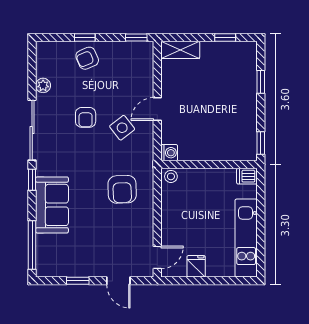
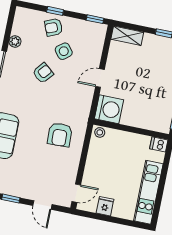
armchair: (86, 117) -> (43, 73), turned -140
side table: (122, 128) -> (64, 51), moved
washing machine: (169, 153) -> (109, 109), width x1.89, depth x1.89

